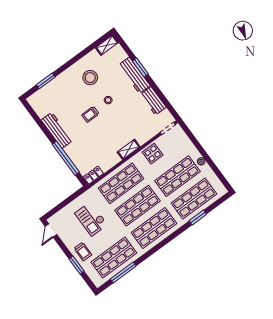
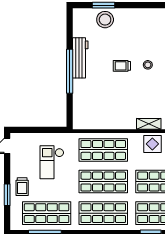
stool: (90, 78) -> (105, 20), moved
shelving: (129, 149) -> (149, 124), moved
window: (66, 158) -> (70, 71), moved
locker: (93, 175) -> (83, 124), removed

